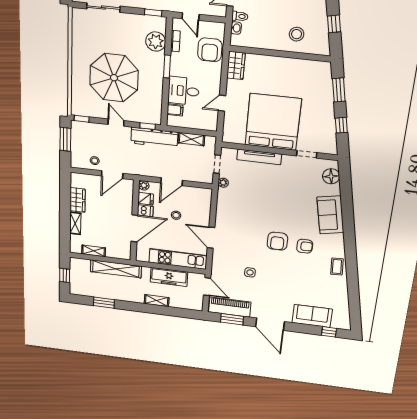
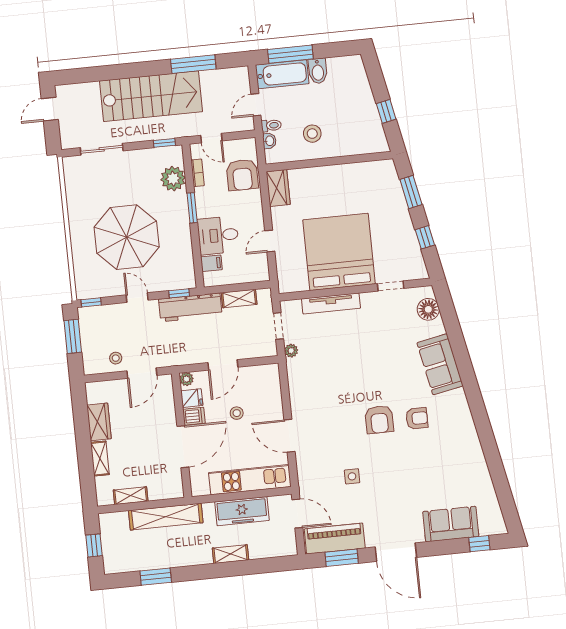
stool: (297, 34) -> (312, 134), moved
coffee table: (337, 267) -> (466, 439), removed

